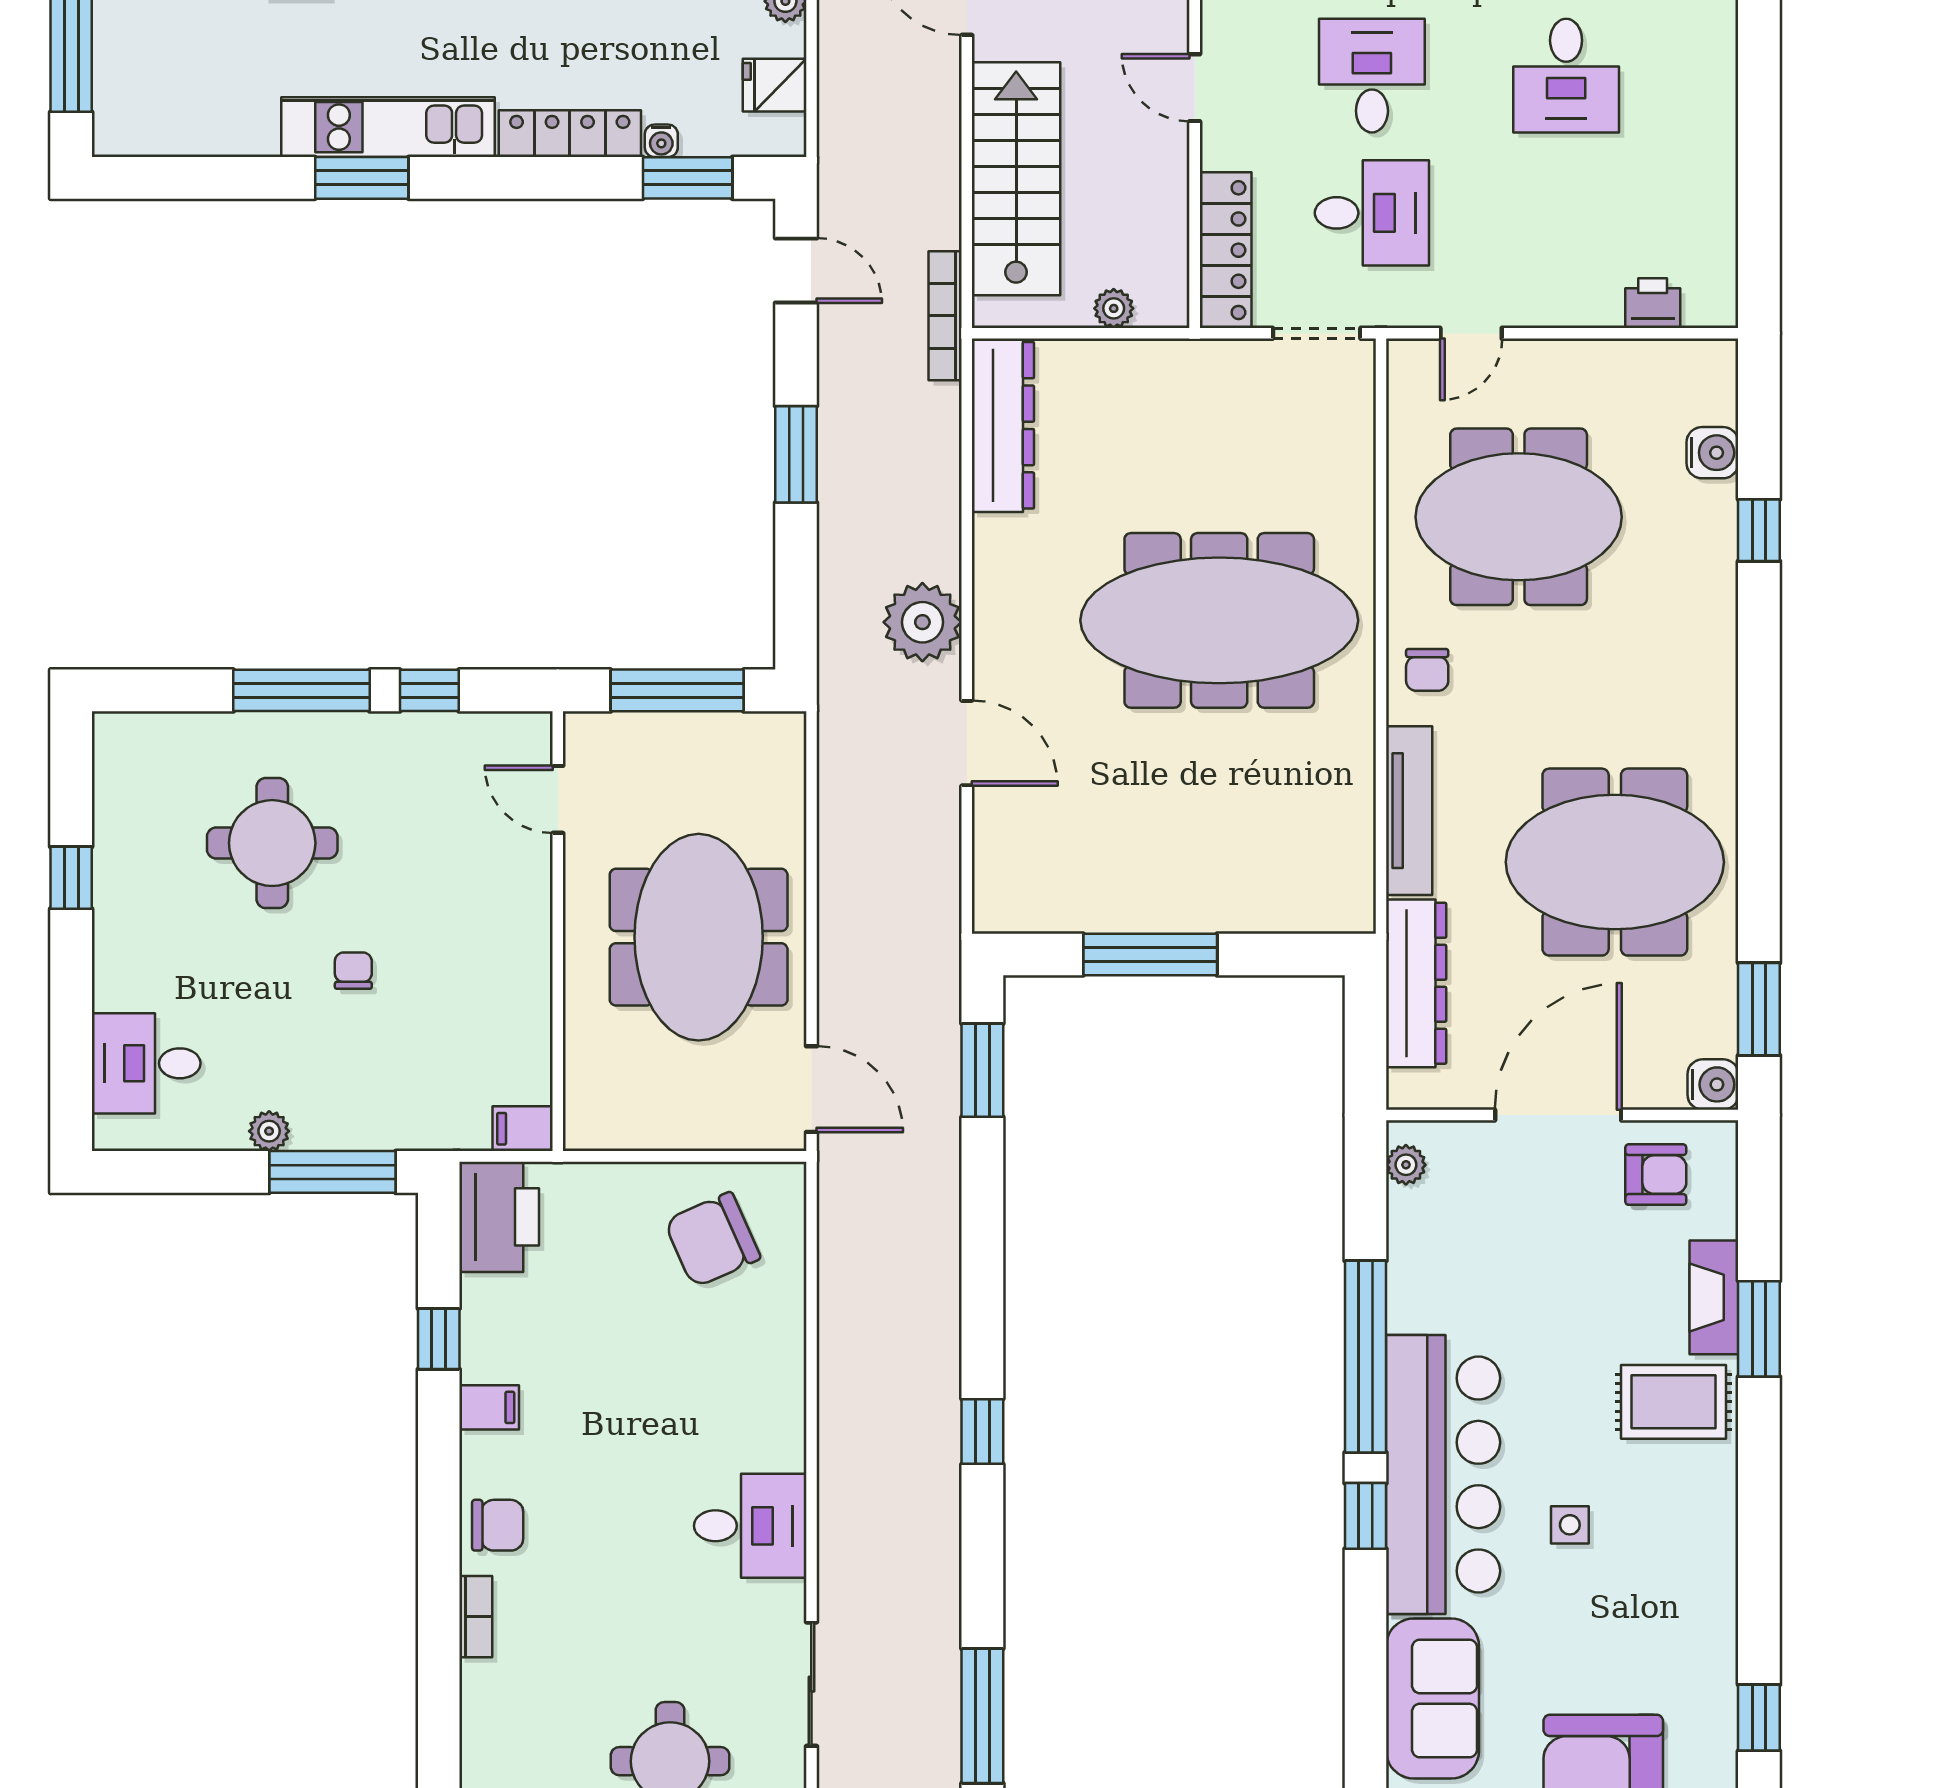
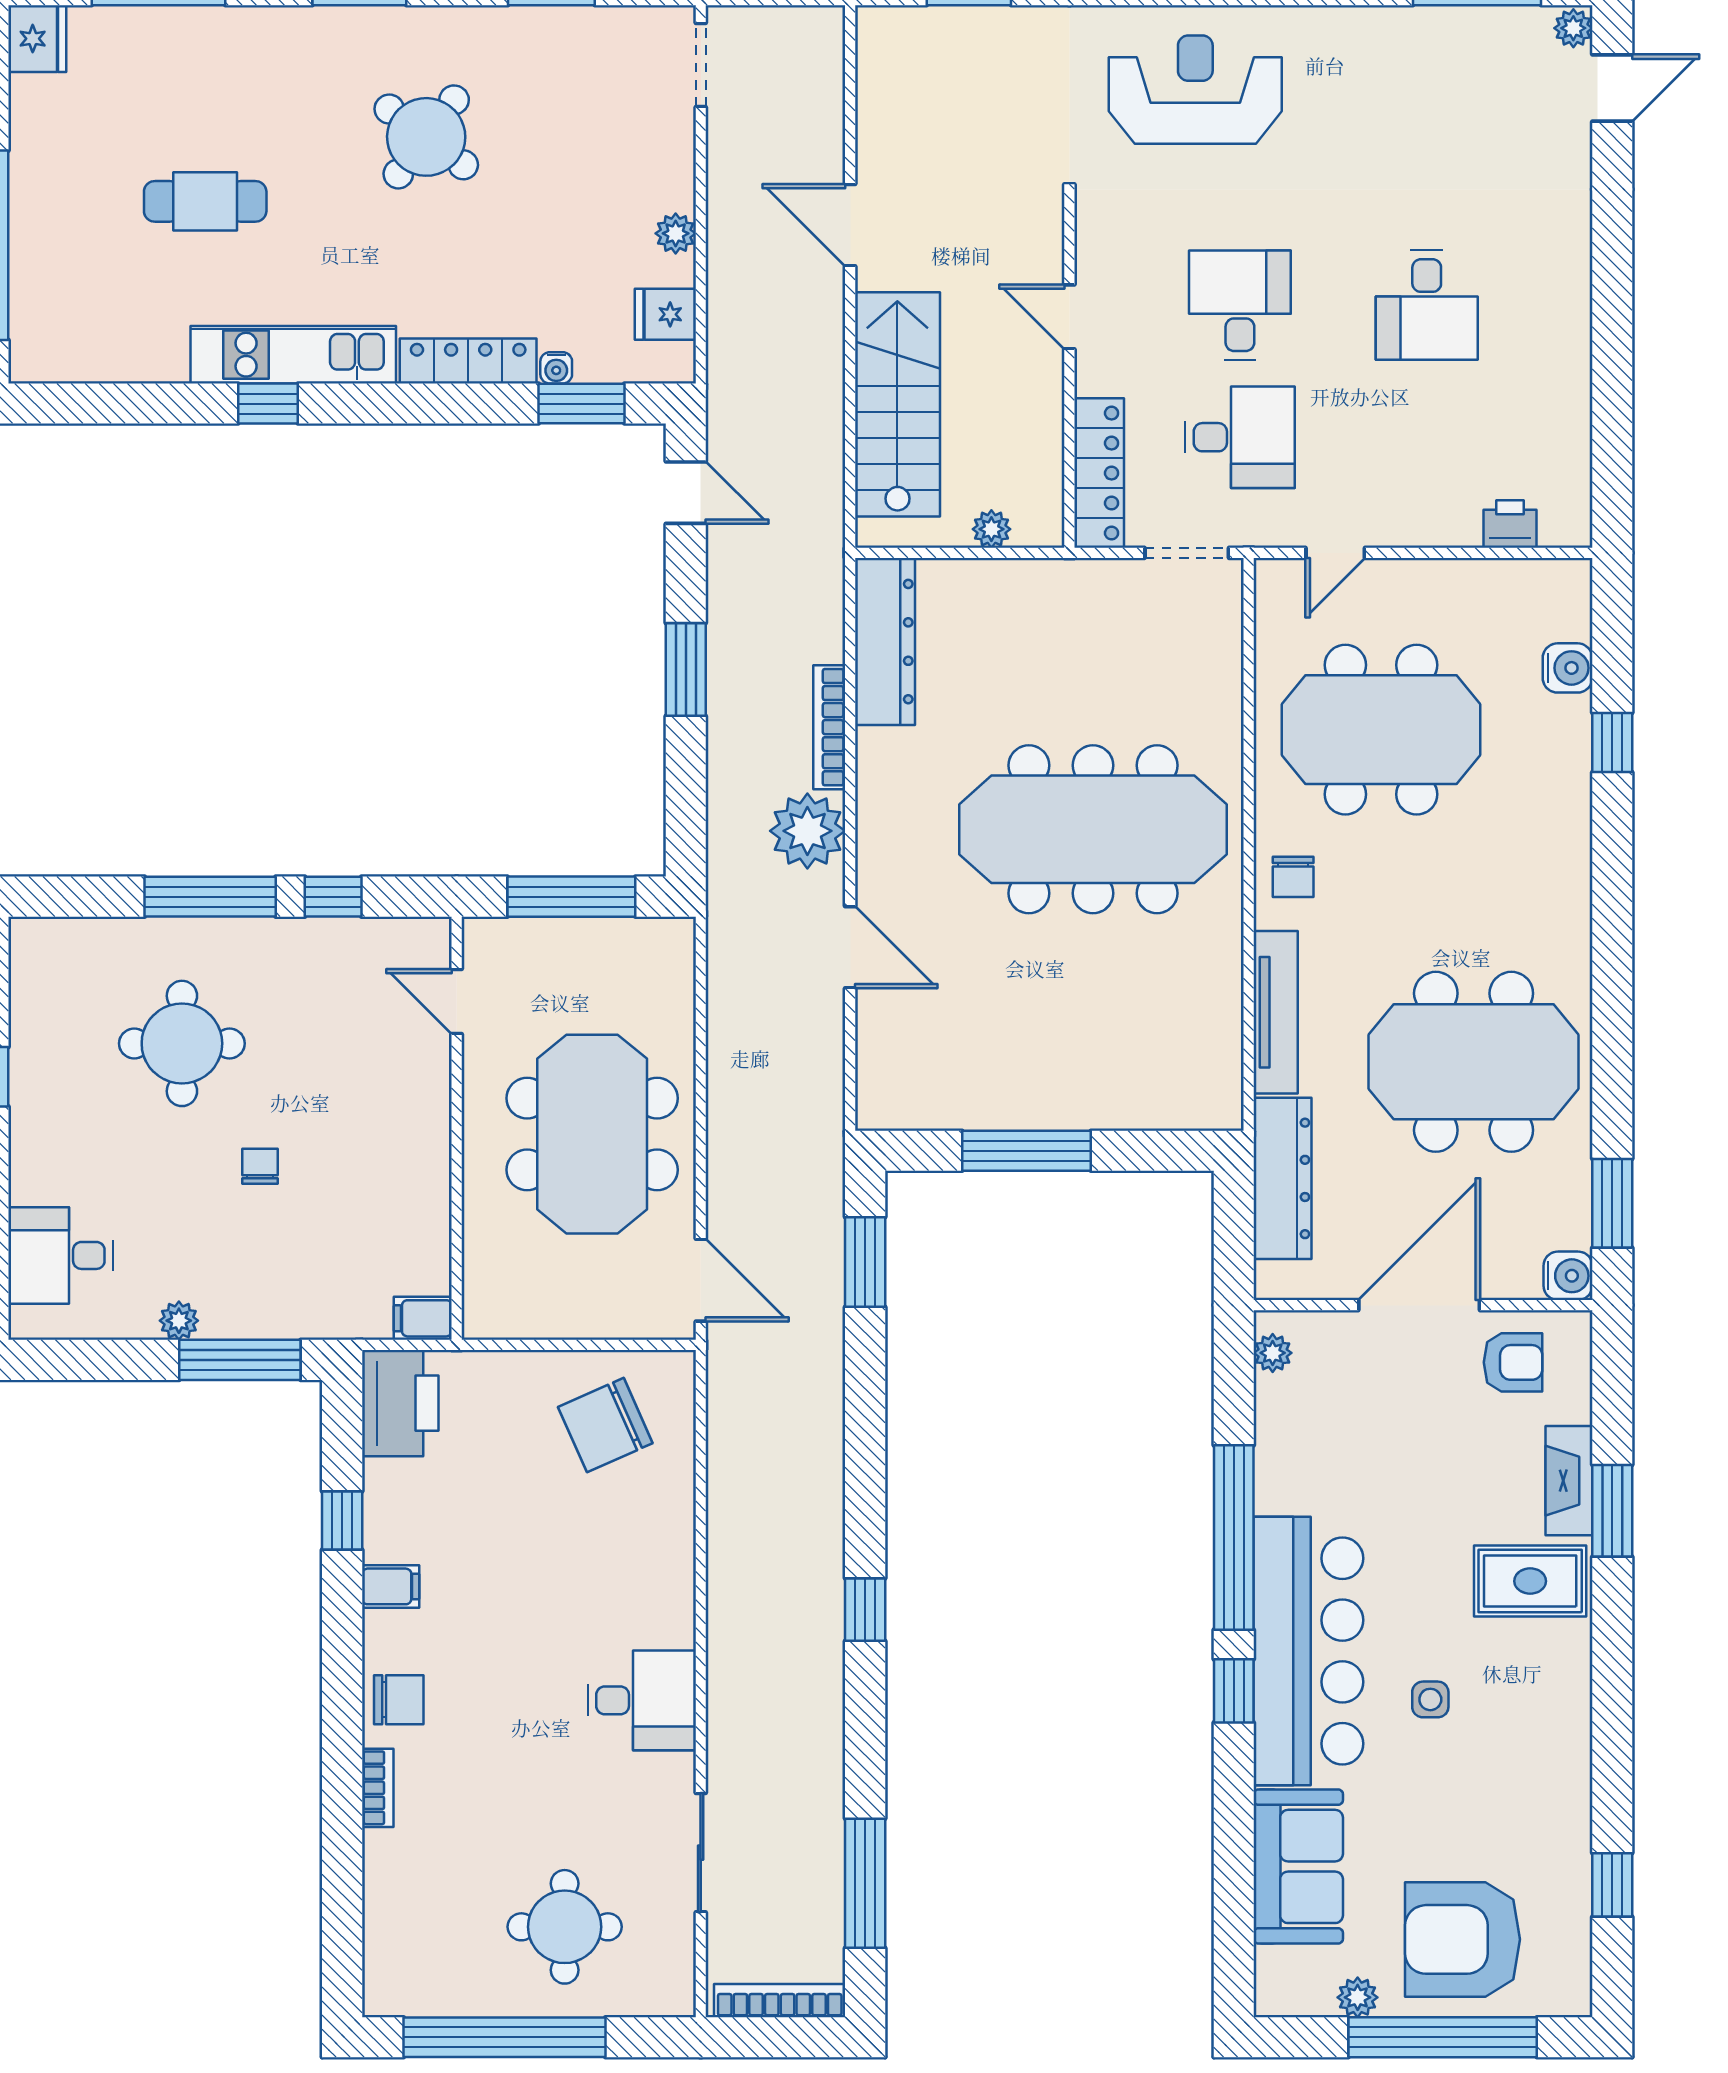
window: (362, 178) -> (268, 404), width x0.67
bookcase: (945, 316) -> (829, 727), moved

